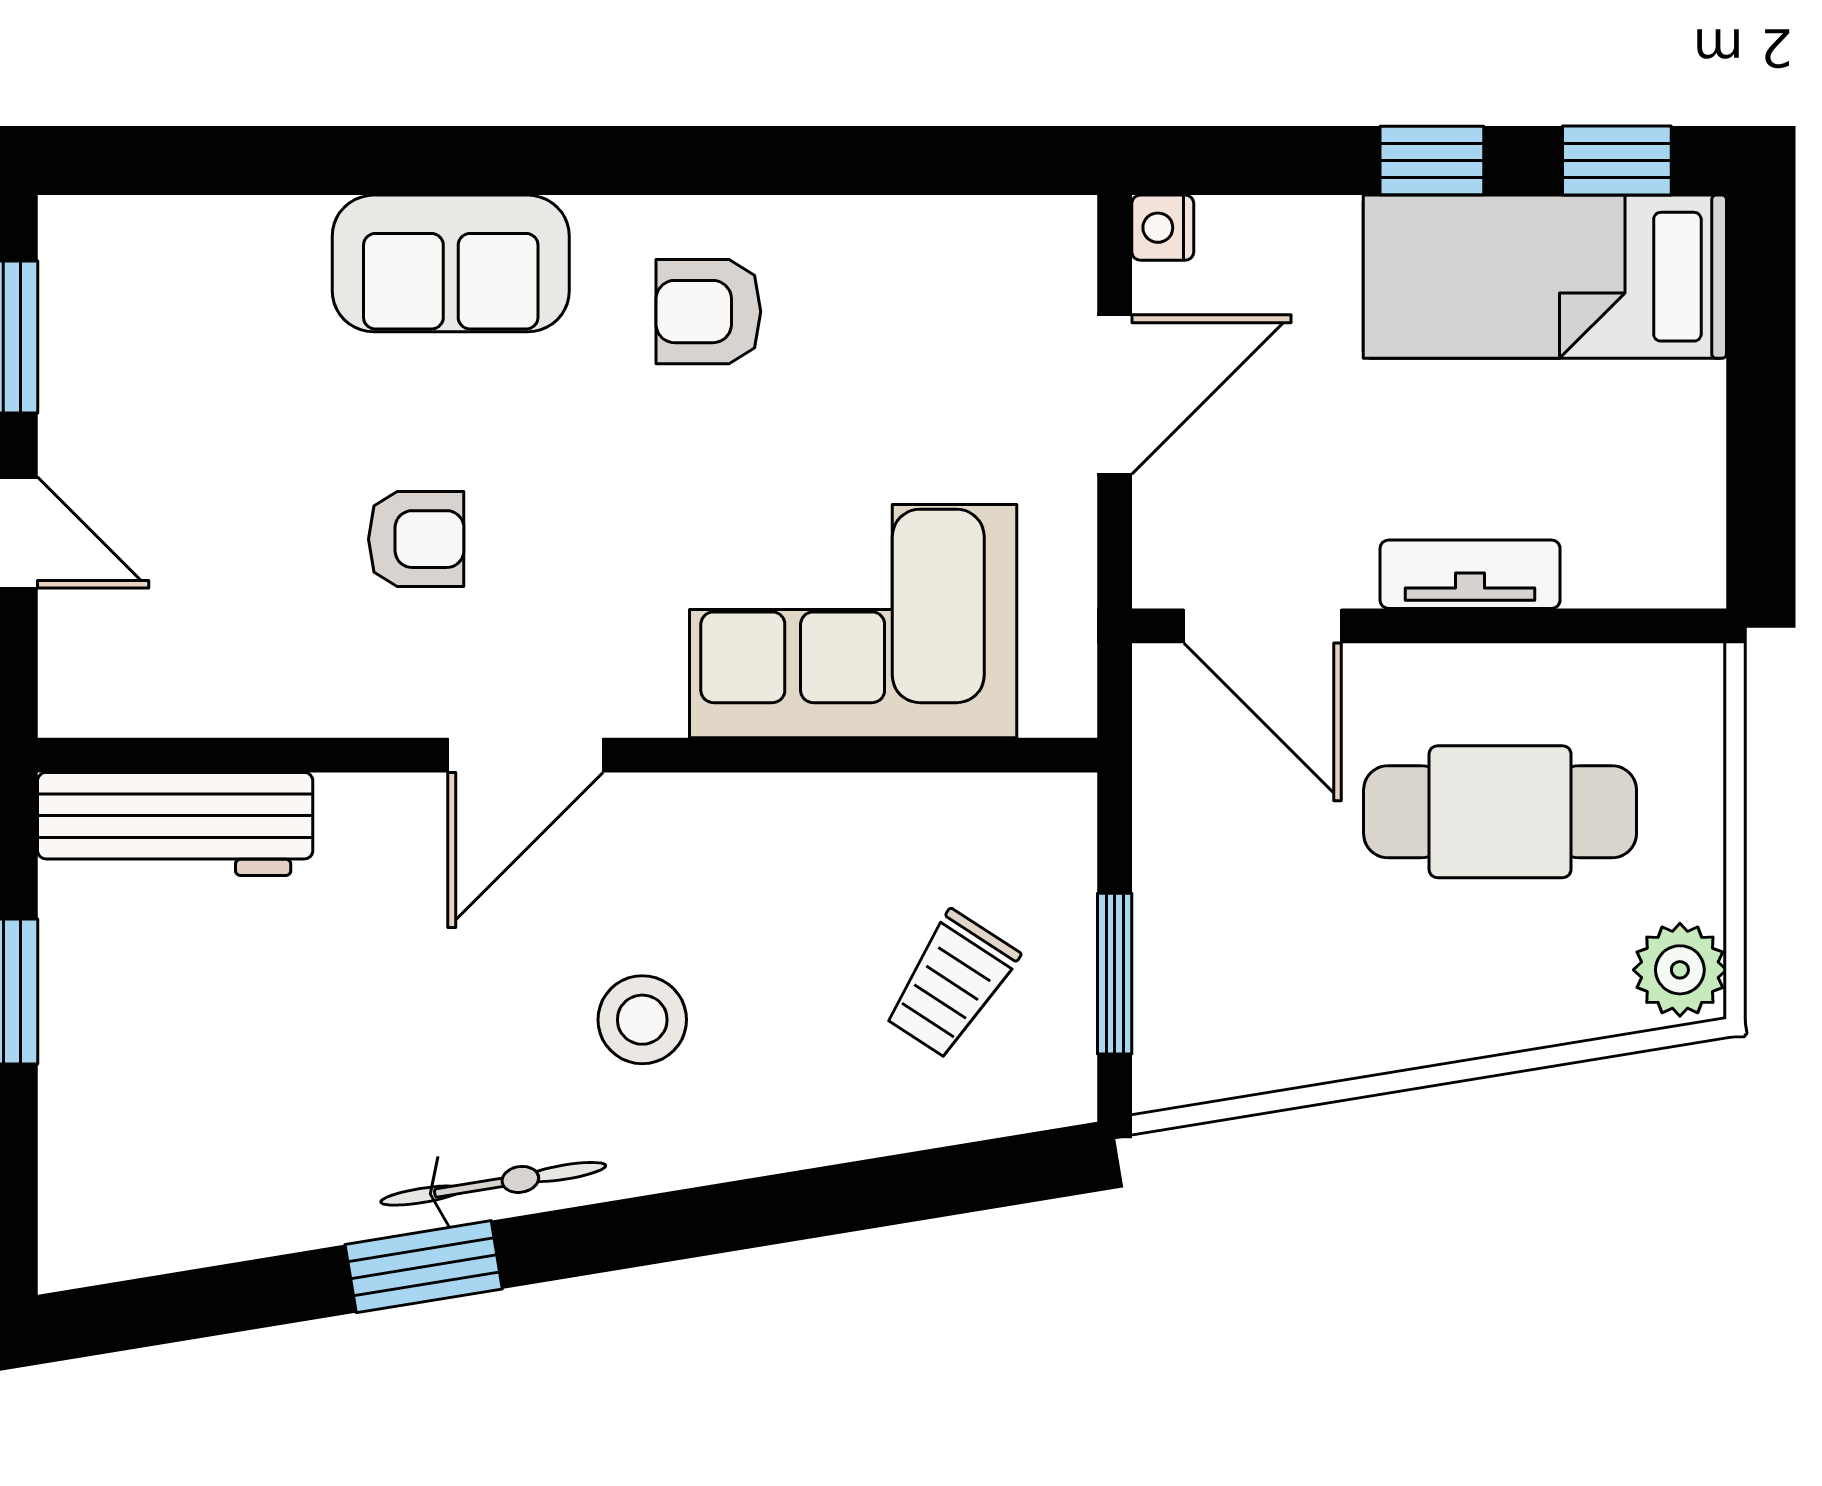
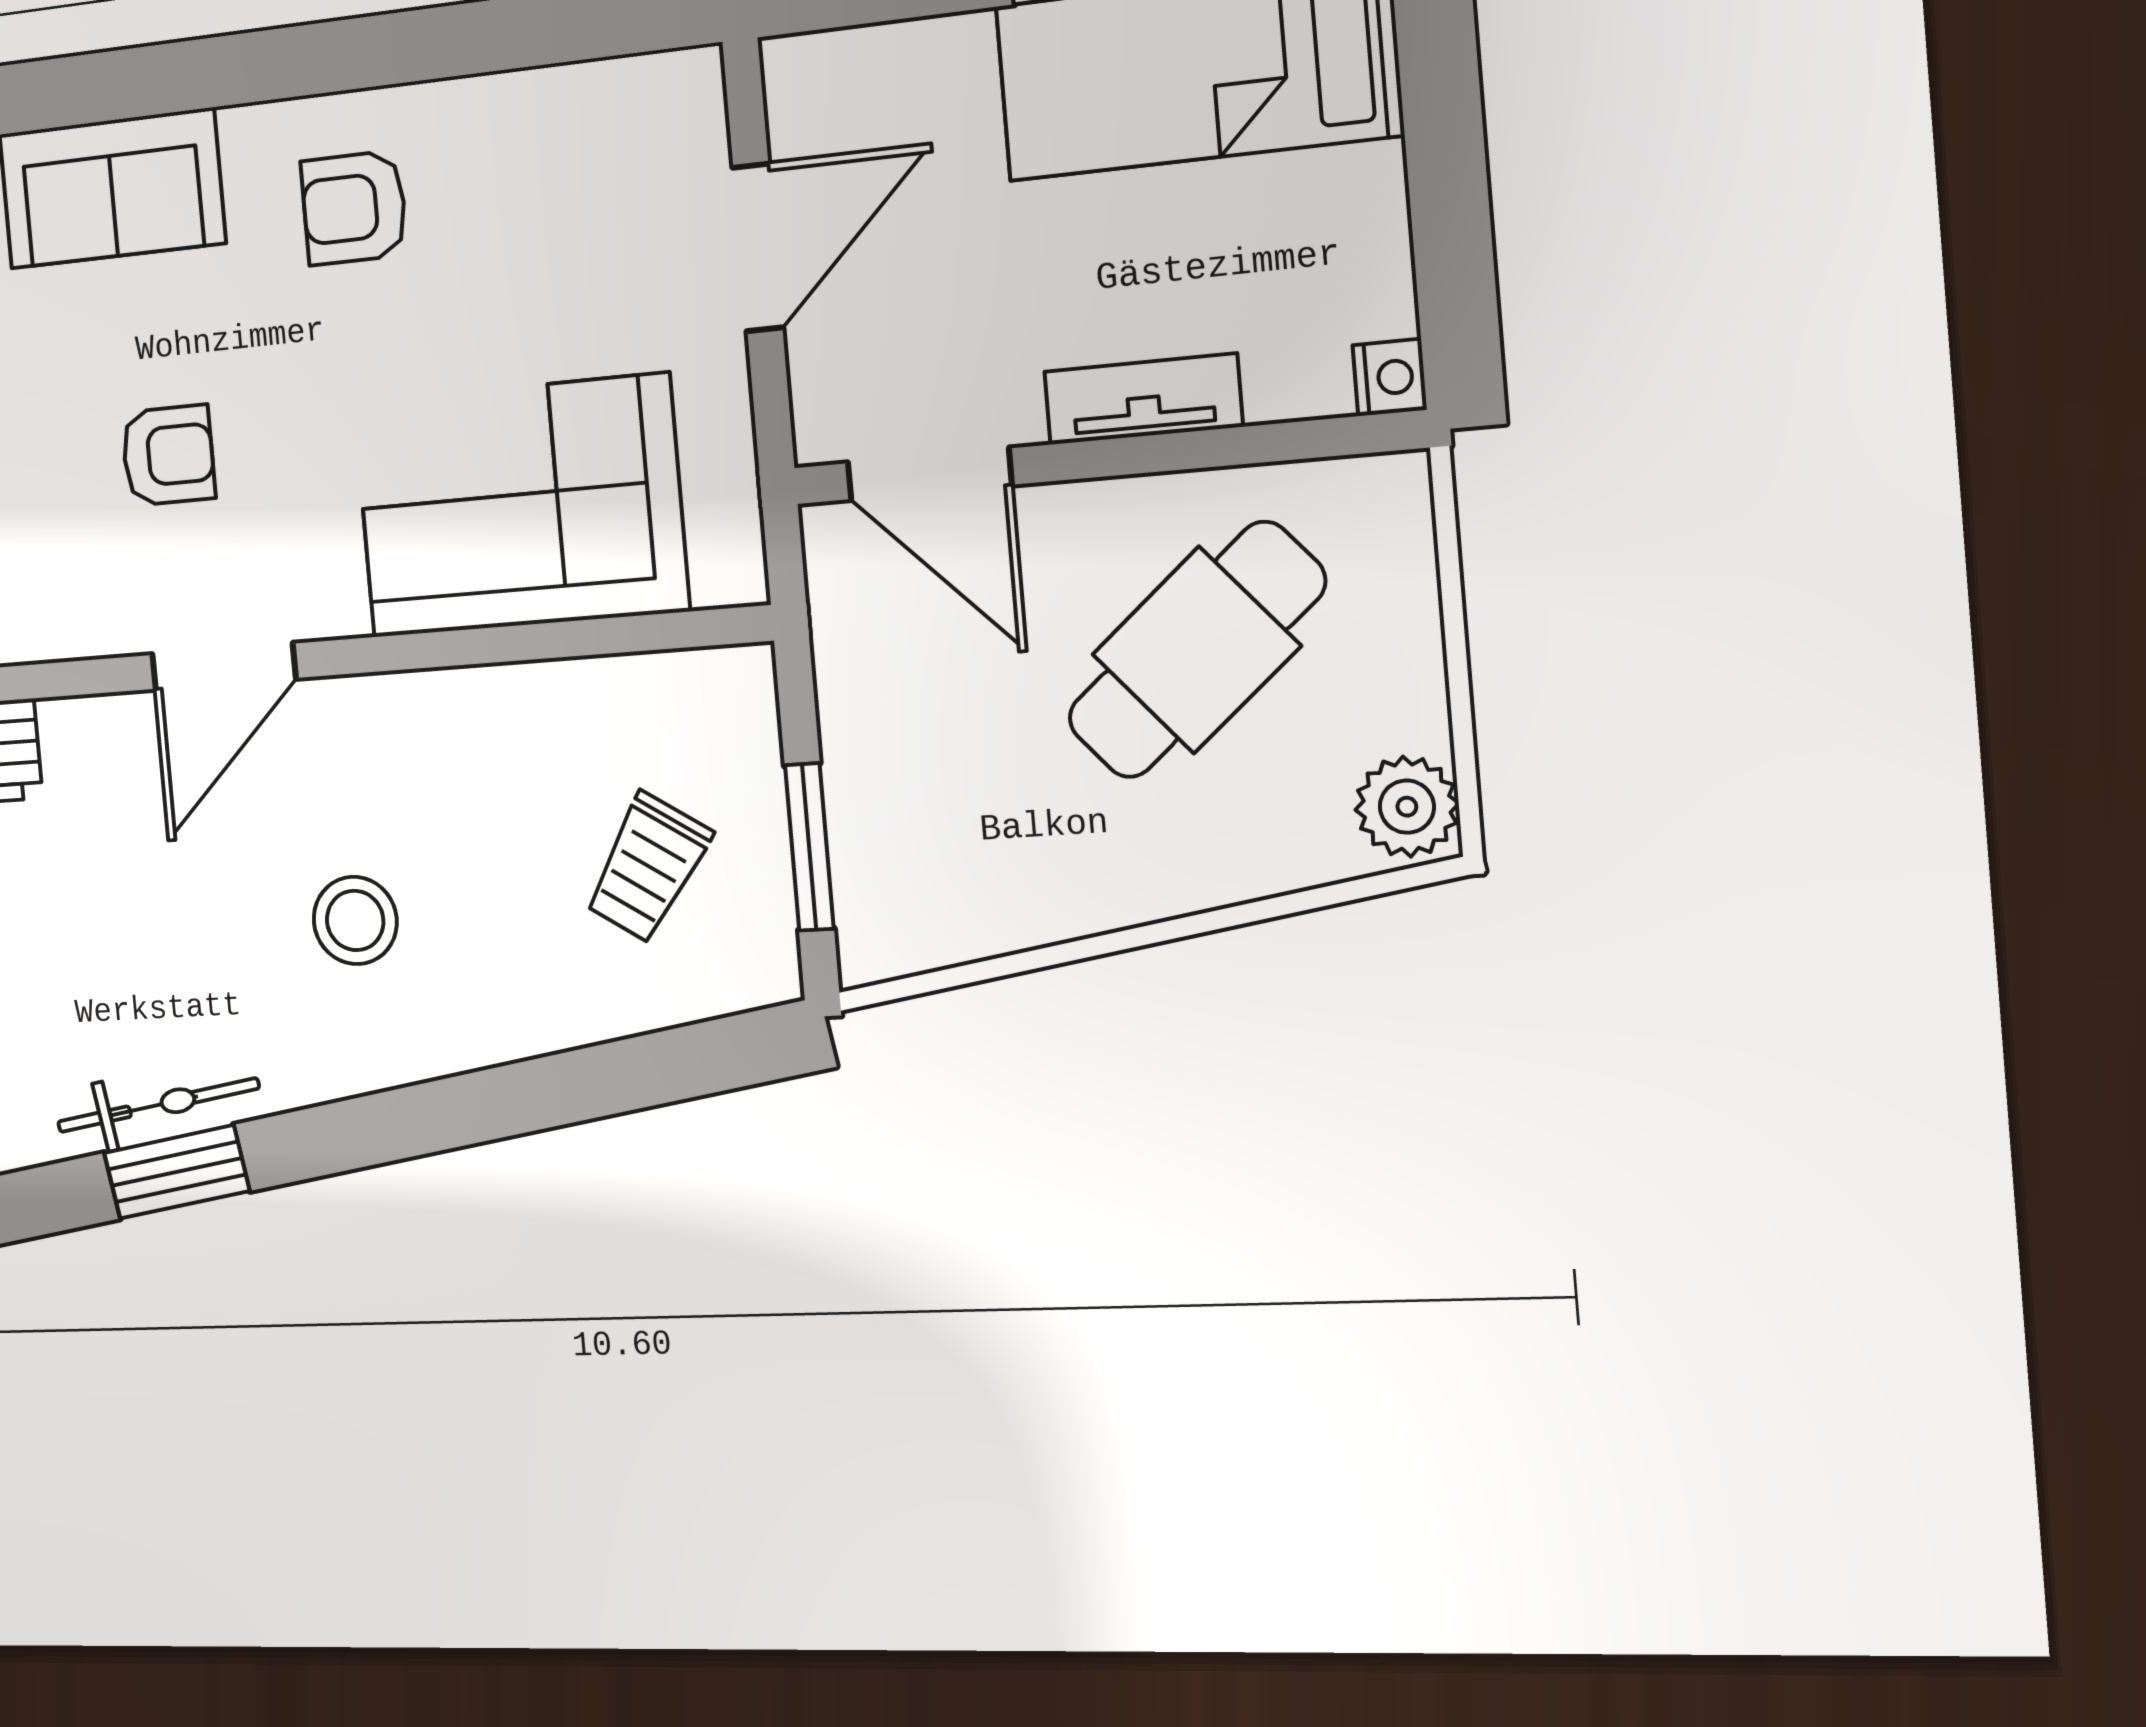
nightstand: (1163, 228) -> (1390, 377), moved, turned 180
armchair: (416, 539) -> (168, 455), moved
cafe table: (1500, 812) -> (1196, 650), turned -41
bicycle: (493, 1184) -> (158, 1105), moved

